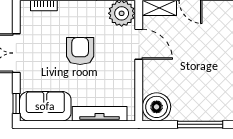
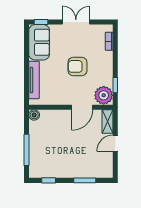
armchair: (80, 51) -> (77, 66), turned 180
boiler: (157, 107) -> (34, 115), width x0.54, depth x0.54

